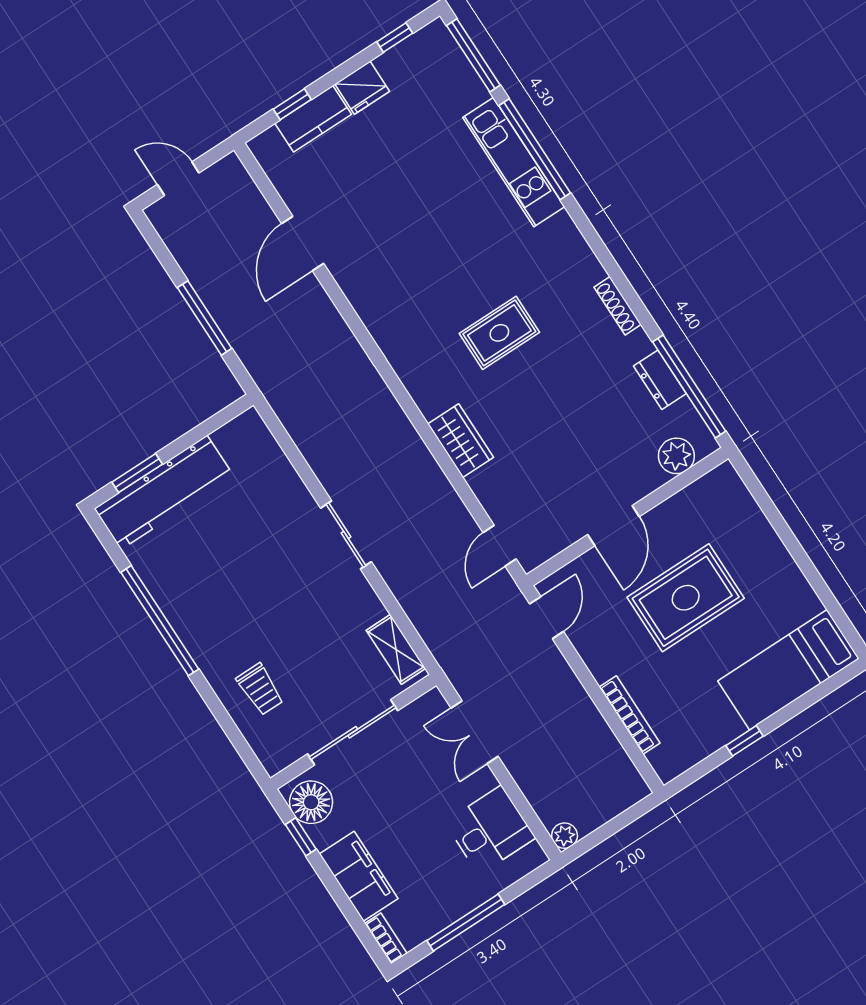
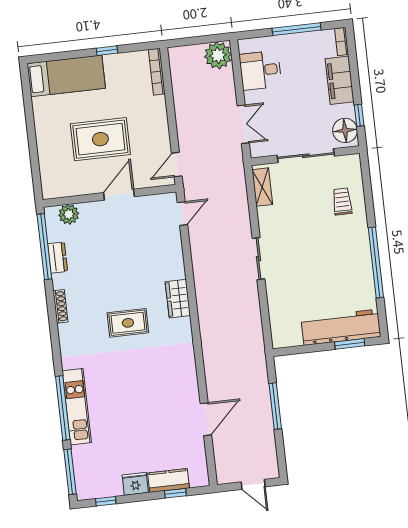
wardrobe: (461, 441) -> (178, 299), moved
bookcase: (630, 715) -> (157, 72), moved
plant: (565, 836) -> (218, 55), width x1.88, depth x1.88

